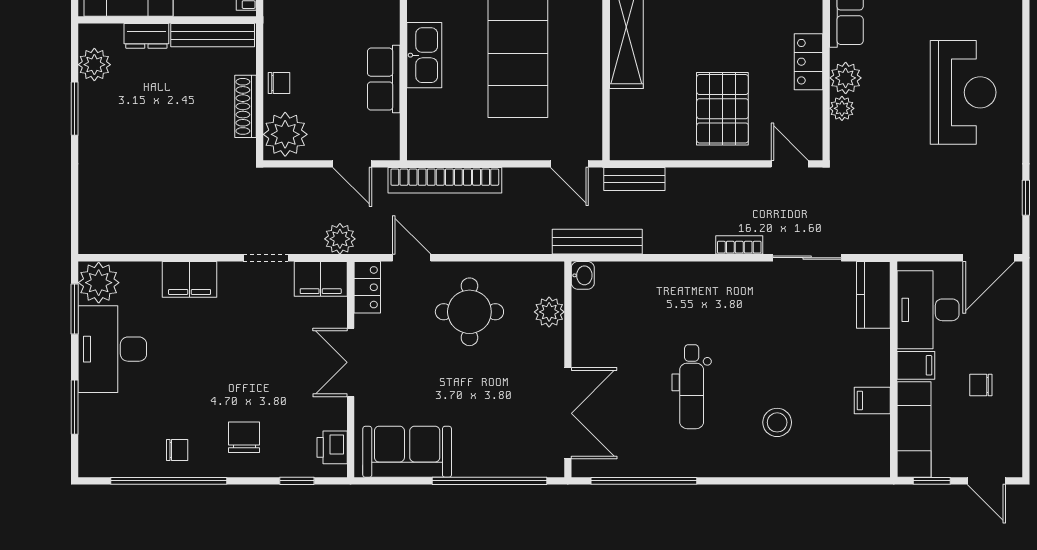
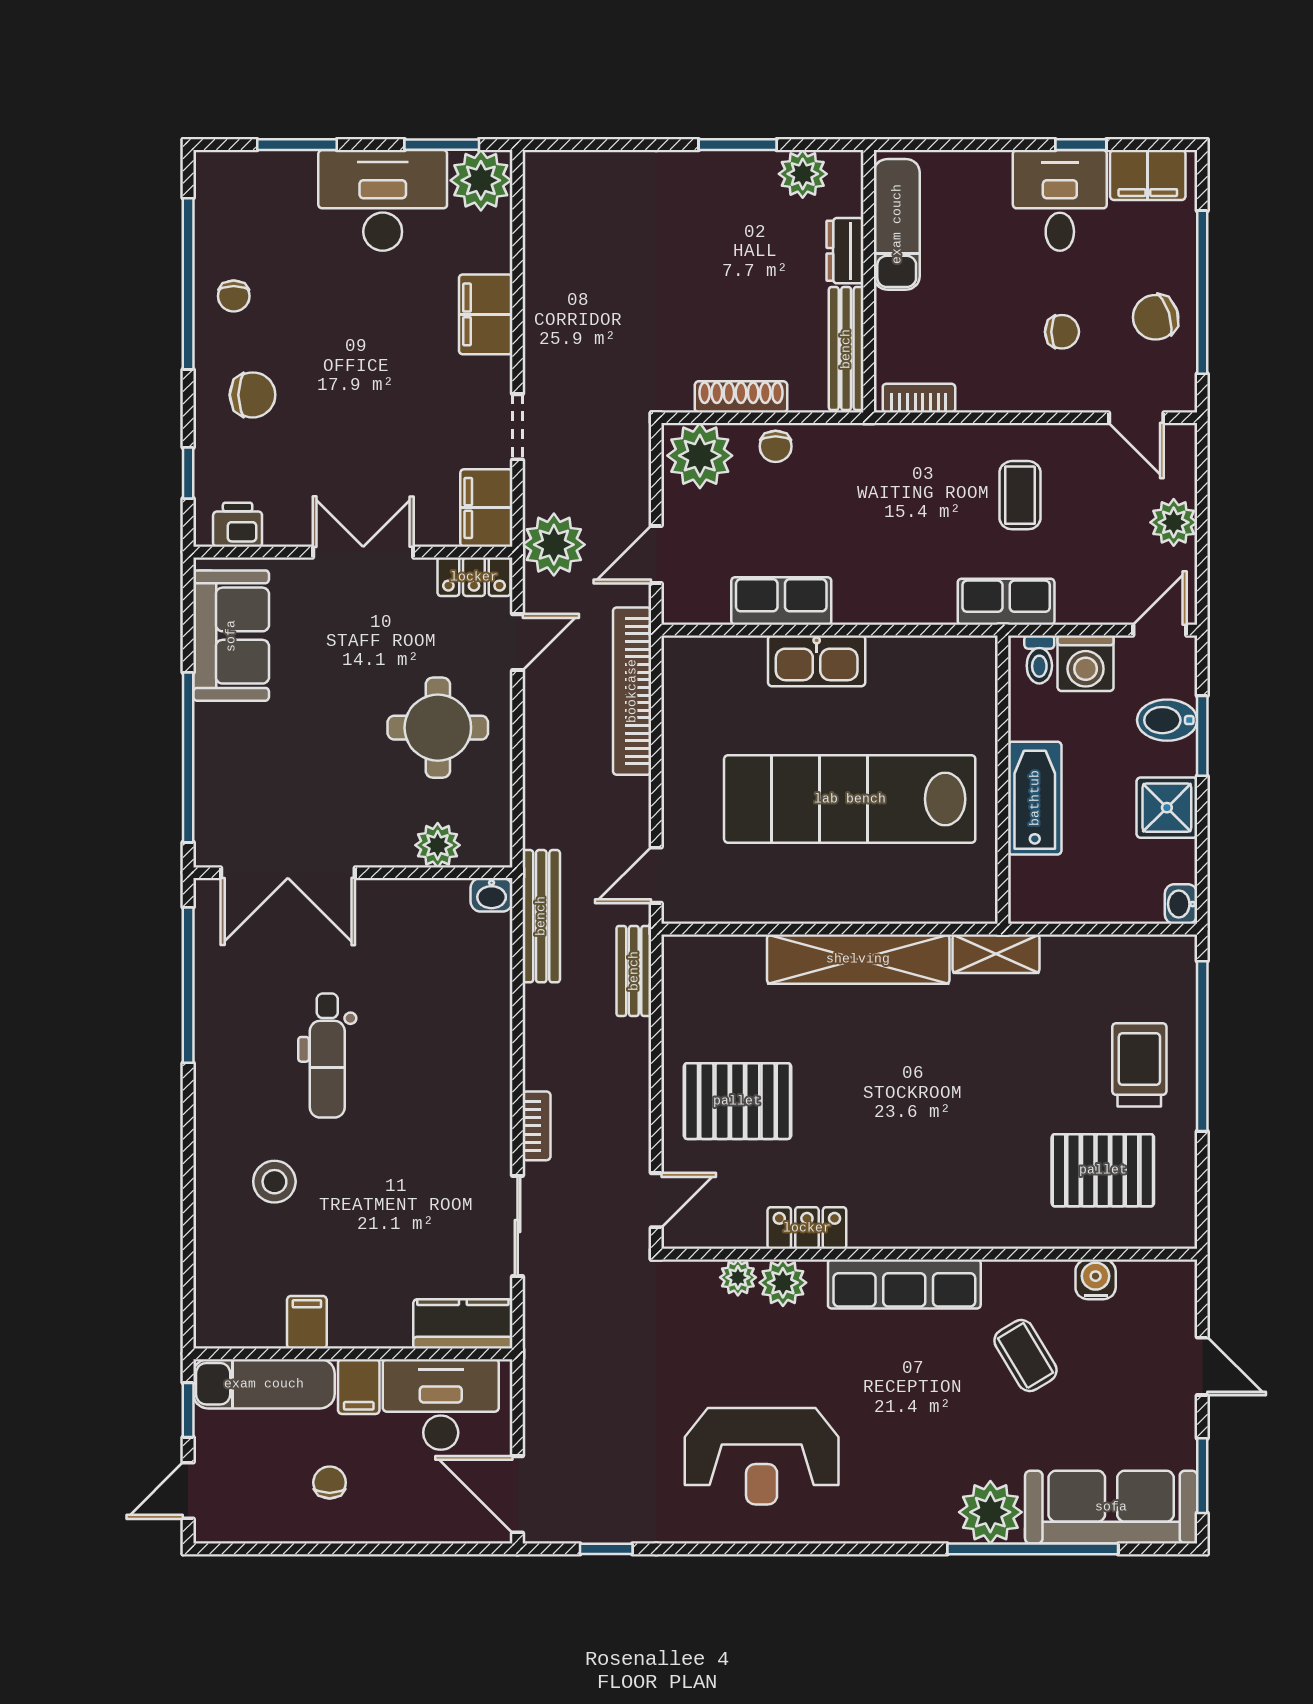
plant: (340, 239) -> (554, 545), width x1.36, depth x1.36
dental chair: (692, 387) -> (327, 1056), turned -90

